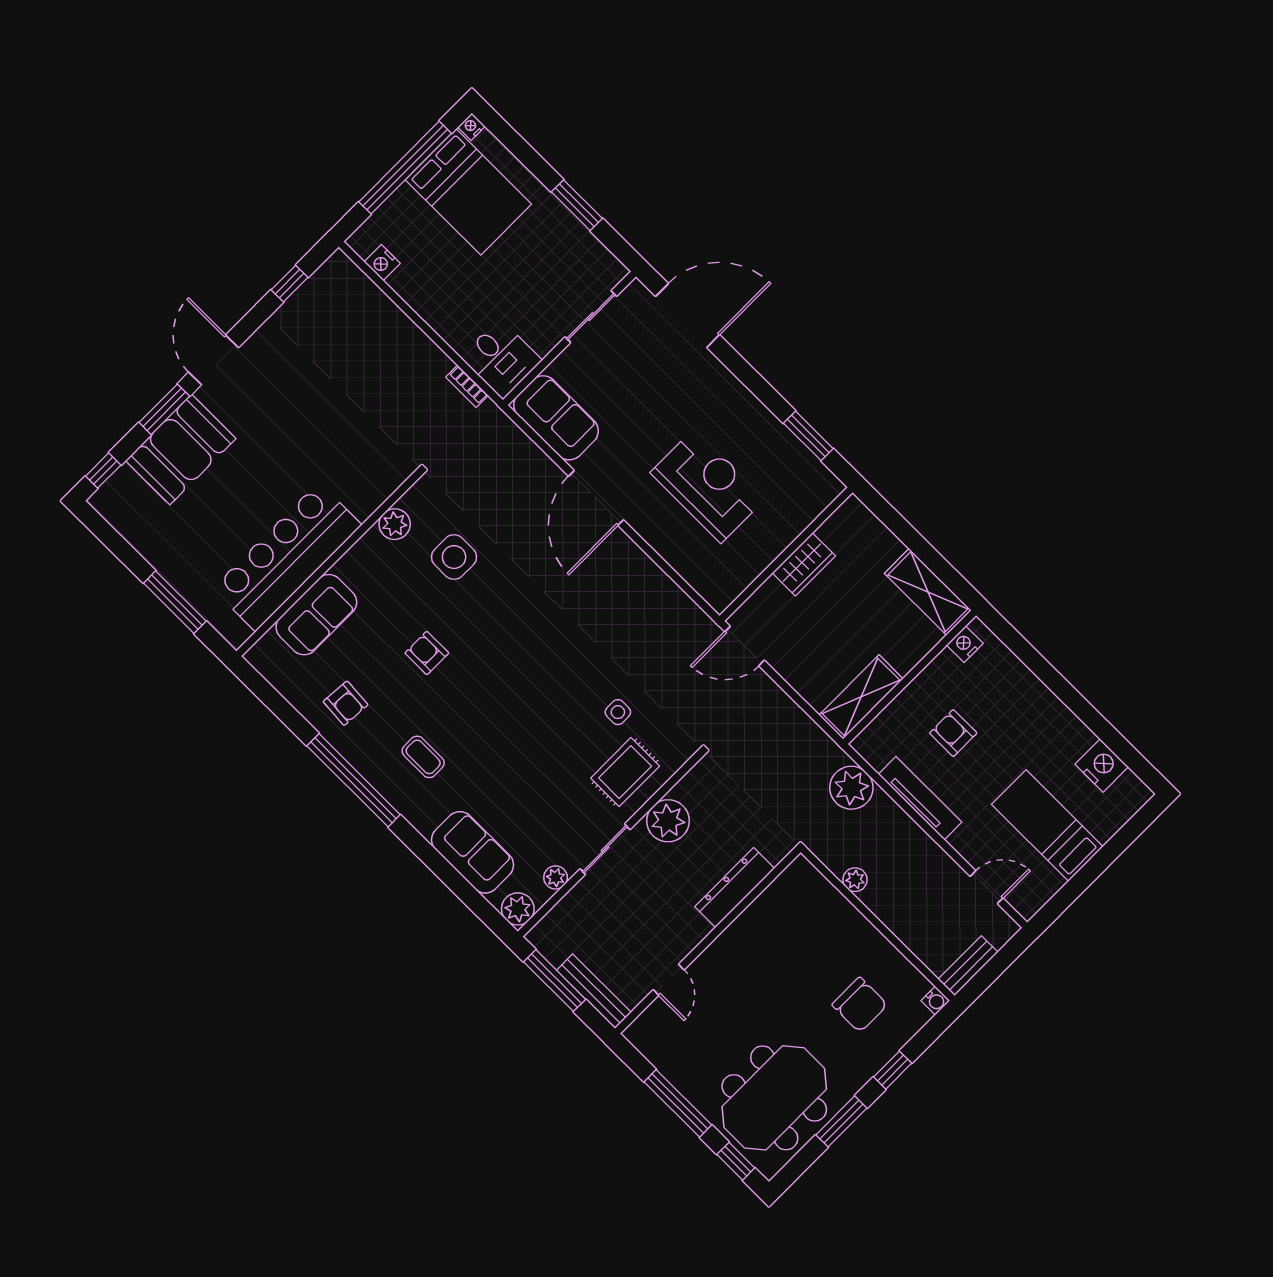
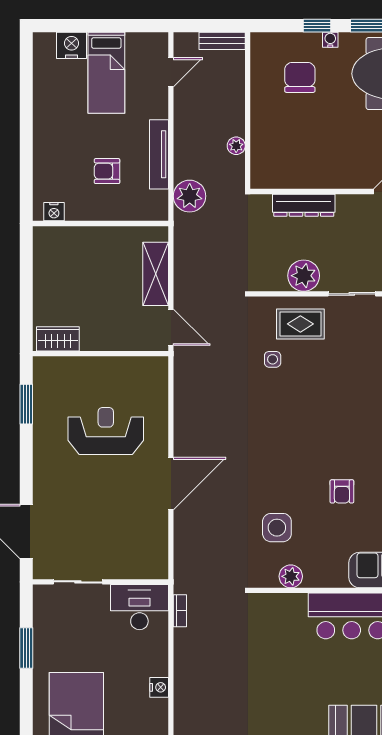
nightstand: (382, 263) -> (159, 687), moved
desk: (501, 359) -> (139, 607), width x1.37
sofa: (556, 418) -> (150, 547), removed
reception desk: (708, 486) -> (106, 431), turned 90
wardrobe: (804, 564) -> (58, 339), moved
shelving: (928, 592) -> (46, 259), removed
shelving: (861, 697) -> (156, 274), moved, turned 90
armchair: (953, 733) -> (107, 171), turned 90
nightstand: (1102, 766) -> (71, 45), moved, turned 90
door: (987, 887) -> (171, 72), swing flipped
water cooler: (935, 1001) -> (330, 40), moved

